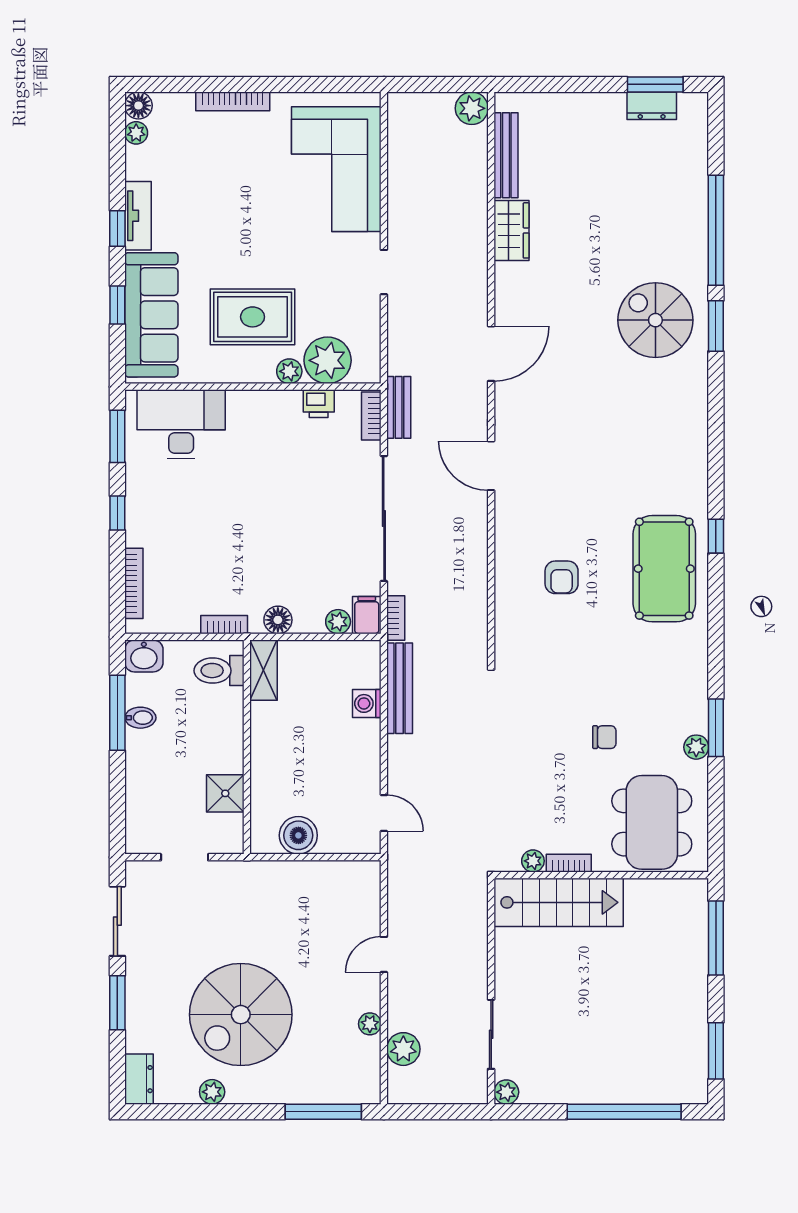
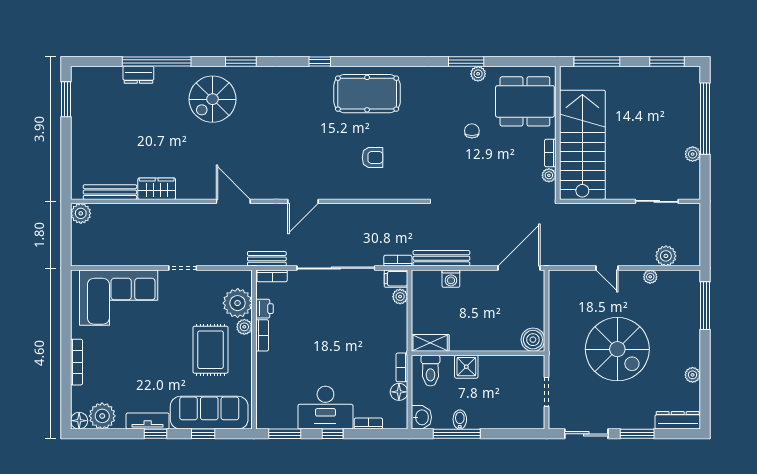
dresser: (652, 106) -> (138, 75), moved, turned 90
plant: (136, 133) -> (102, 416), width x1.88, depth x1.88
window: (716, 326) -> (241, 62), moved
bookcase: (276, 400) -> (262, 335), added
desk: (181, 424) -> (325, 408), moved, turned -90
window: (716, 536) -> (320, 62), moved
bookcase: (134, 583) -> (368, 424), width x0.64
floor lamp: (278, 620) -> (399, 392), moved
shower: (225, 793) -> (466, 367), moved
door: (384, 813) -> (519, 268), width x1.87
boiler: (298, 835) -> (533, 340), moved
stairs: (559, 902) -> (582, 145), width x1.36, depth x1.51
spiral stairs: (241, 1015) -> (617, 349), moved
dresser: (139, 1079) -> (678, 420), width x1.44
plant: (506, 1092) -> (693, 154), moved

